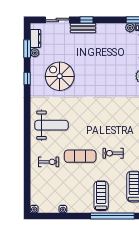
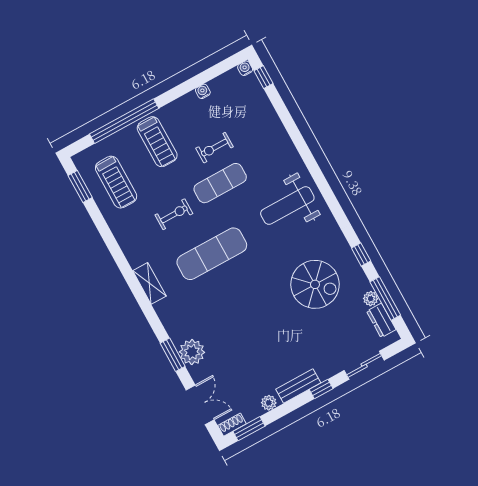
bench: (83, 28) -> (298, 386), moved
plant: (130, 28) -> (269, 403), moved
window: (27, 49) -> (385, 298), width x1.44
exercise mat: (105, 122) -> (212, 254), added
exercise bike: (49, 162) -> (215, 148), moved
window: (27, 199) -> (264, 77), added

